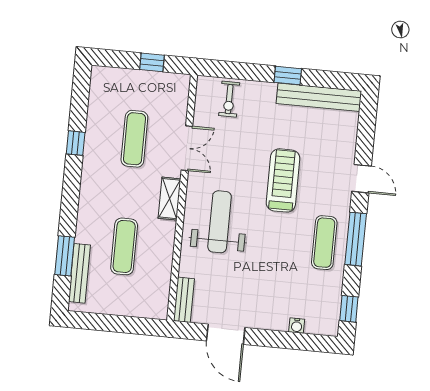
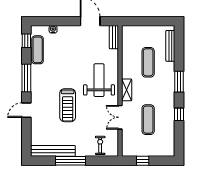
window: (288, 76) -> (70, 161), width x2.17
door: (361, 179) -> (26, 110), hinge flipped
weight bench: (220, 222) -> (99, 80), turned 180
exercise mat: (324, 243) -> (38, 50), moved
window: (65, 256) -> (179, 82), moved

